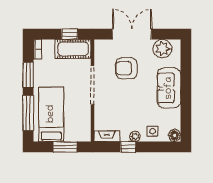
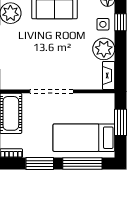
armchair: (126, 68) -> (32, 54), removed
plant: (135, 136) -> (104, 49), width x1.87, depth x1.87
window: (128, 147) -> (121, 22), moved

